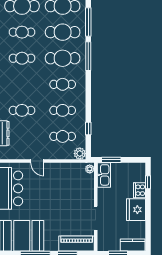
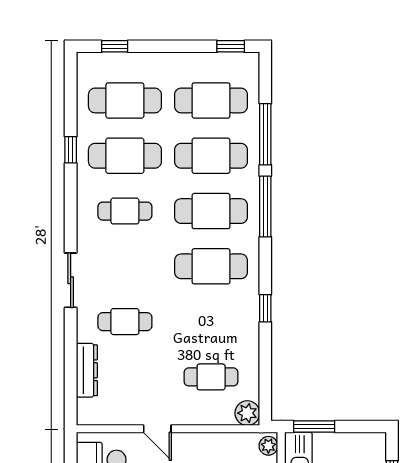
cafe table: (22, 32) -> (125, 156), width x1.37, depth x1.35
cafe table: (63, 84) -> (211, 266), width x1.37, depth x1.35
cafe table: (63, 110) -> (211, 322), removed
window: (88, 128) -> (265, 308), moved

